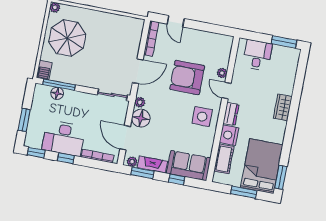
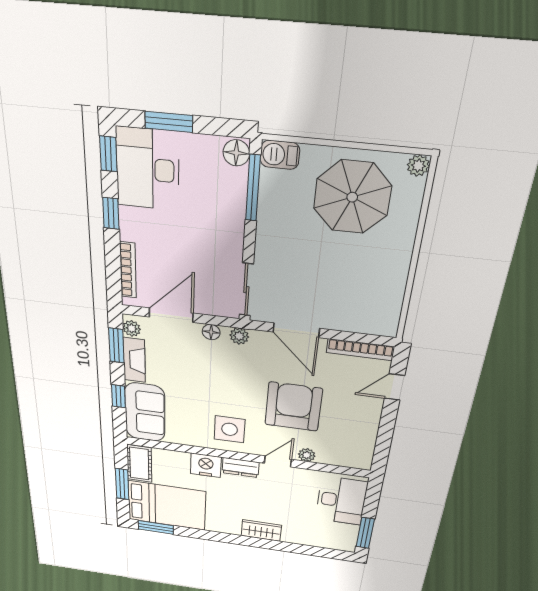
desk: (257, 55) -> (341, 501), width x1.37
floor lamp: (57, 93) -> (236, 153), moved
floor lamp: (141, 118) -> (211, 332), width x0.53, depth x0.53
desk: (64, 138) -> (148, 169), moved
cot: (224, 159) -> (139, 464), moved, turned 90

